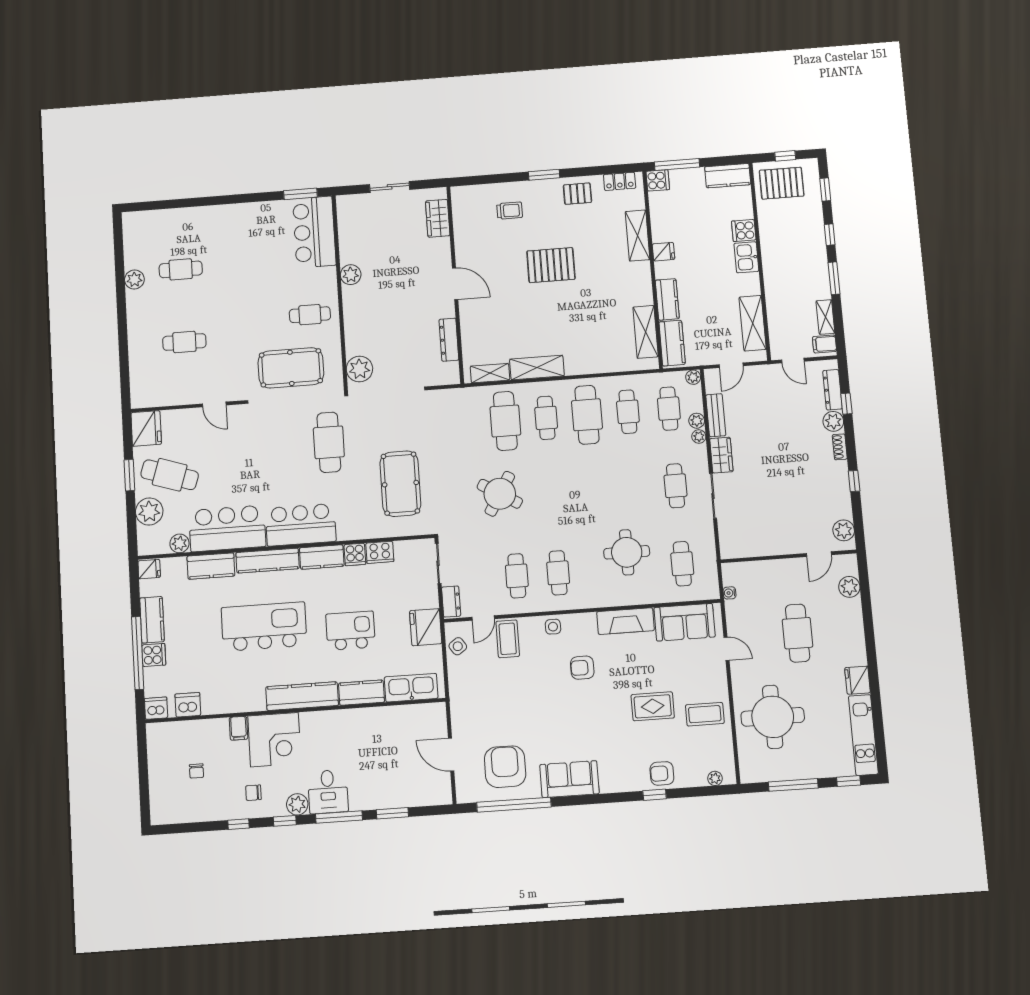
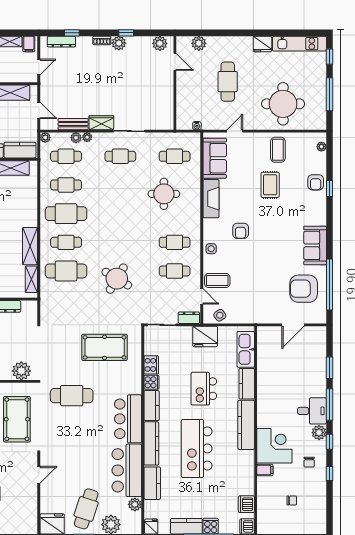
plant: (833, 421) -> (119, 43), moved
cafe table: (798, 633) -> (228, 82), turned 90

